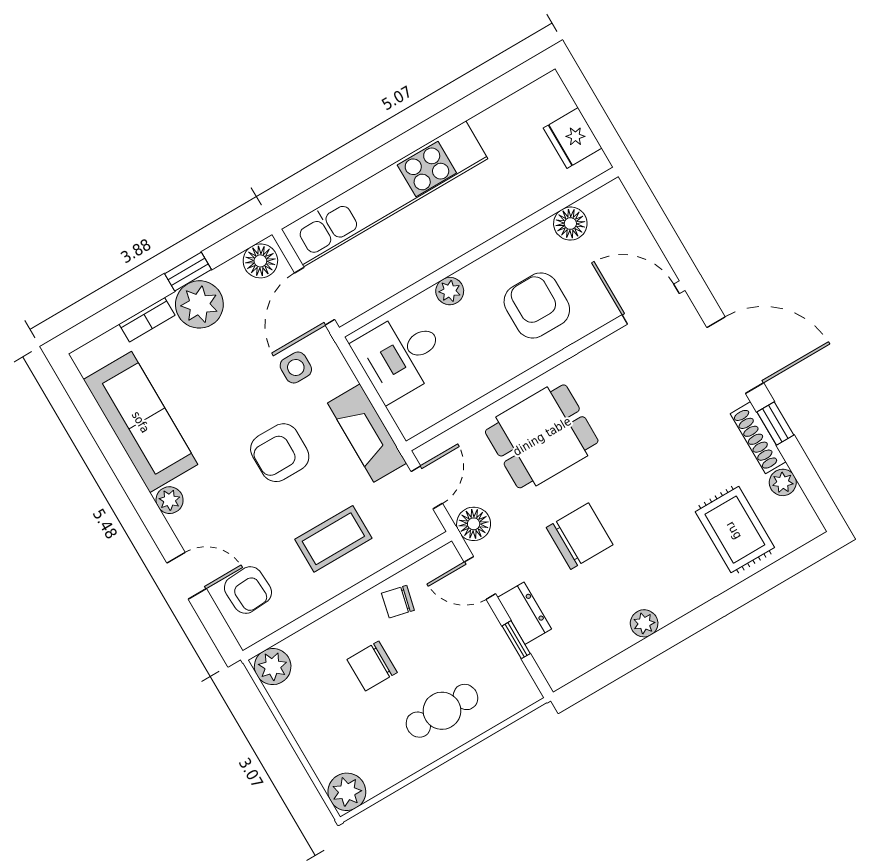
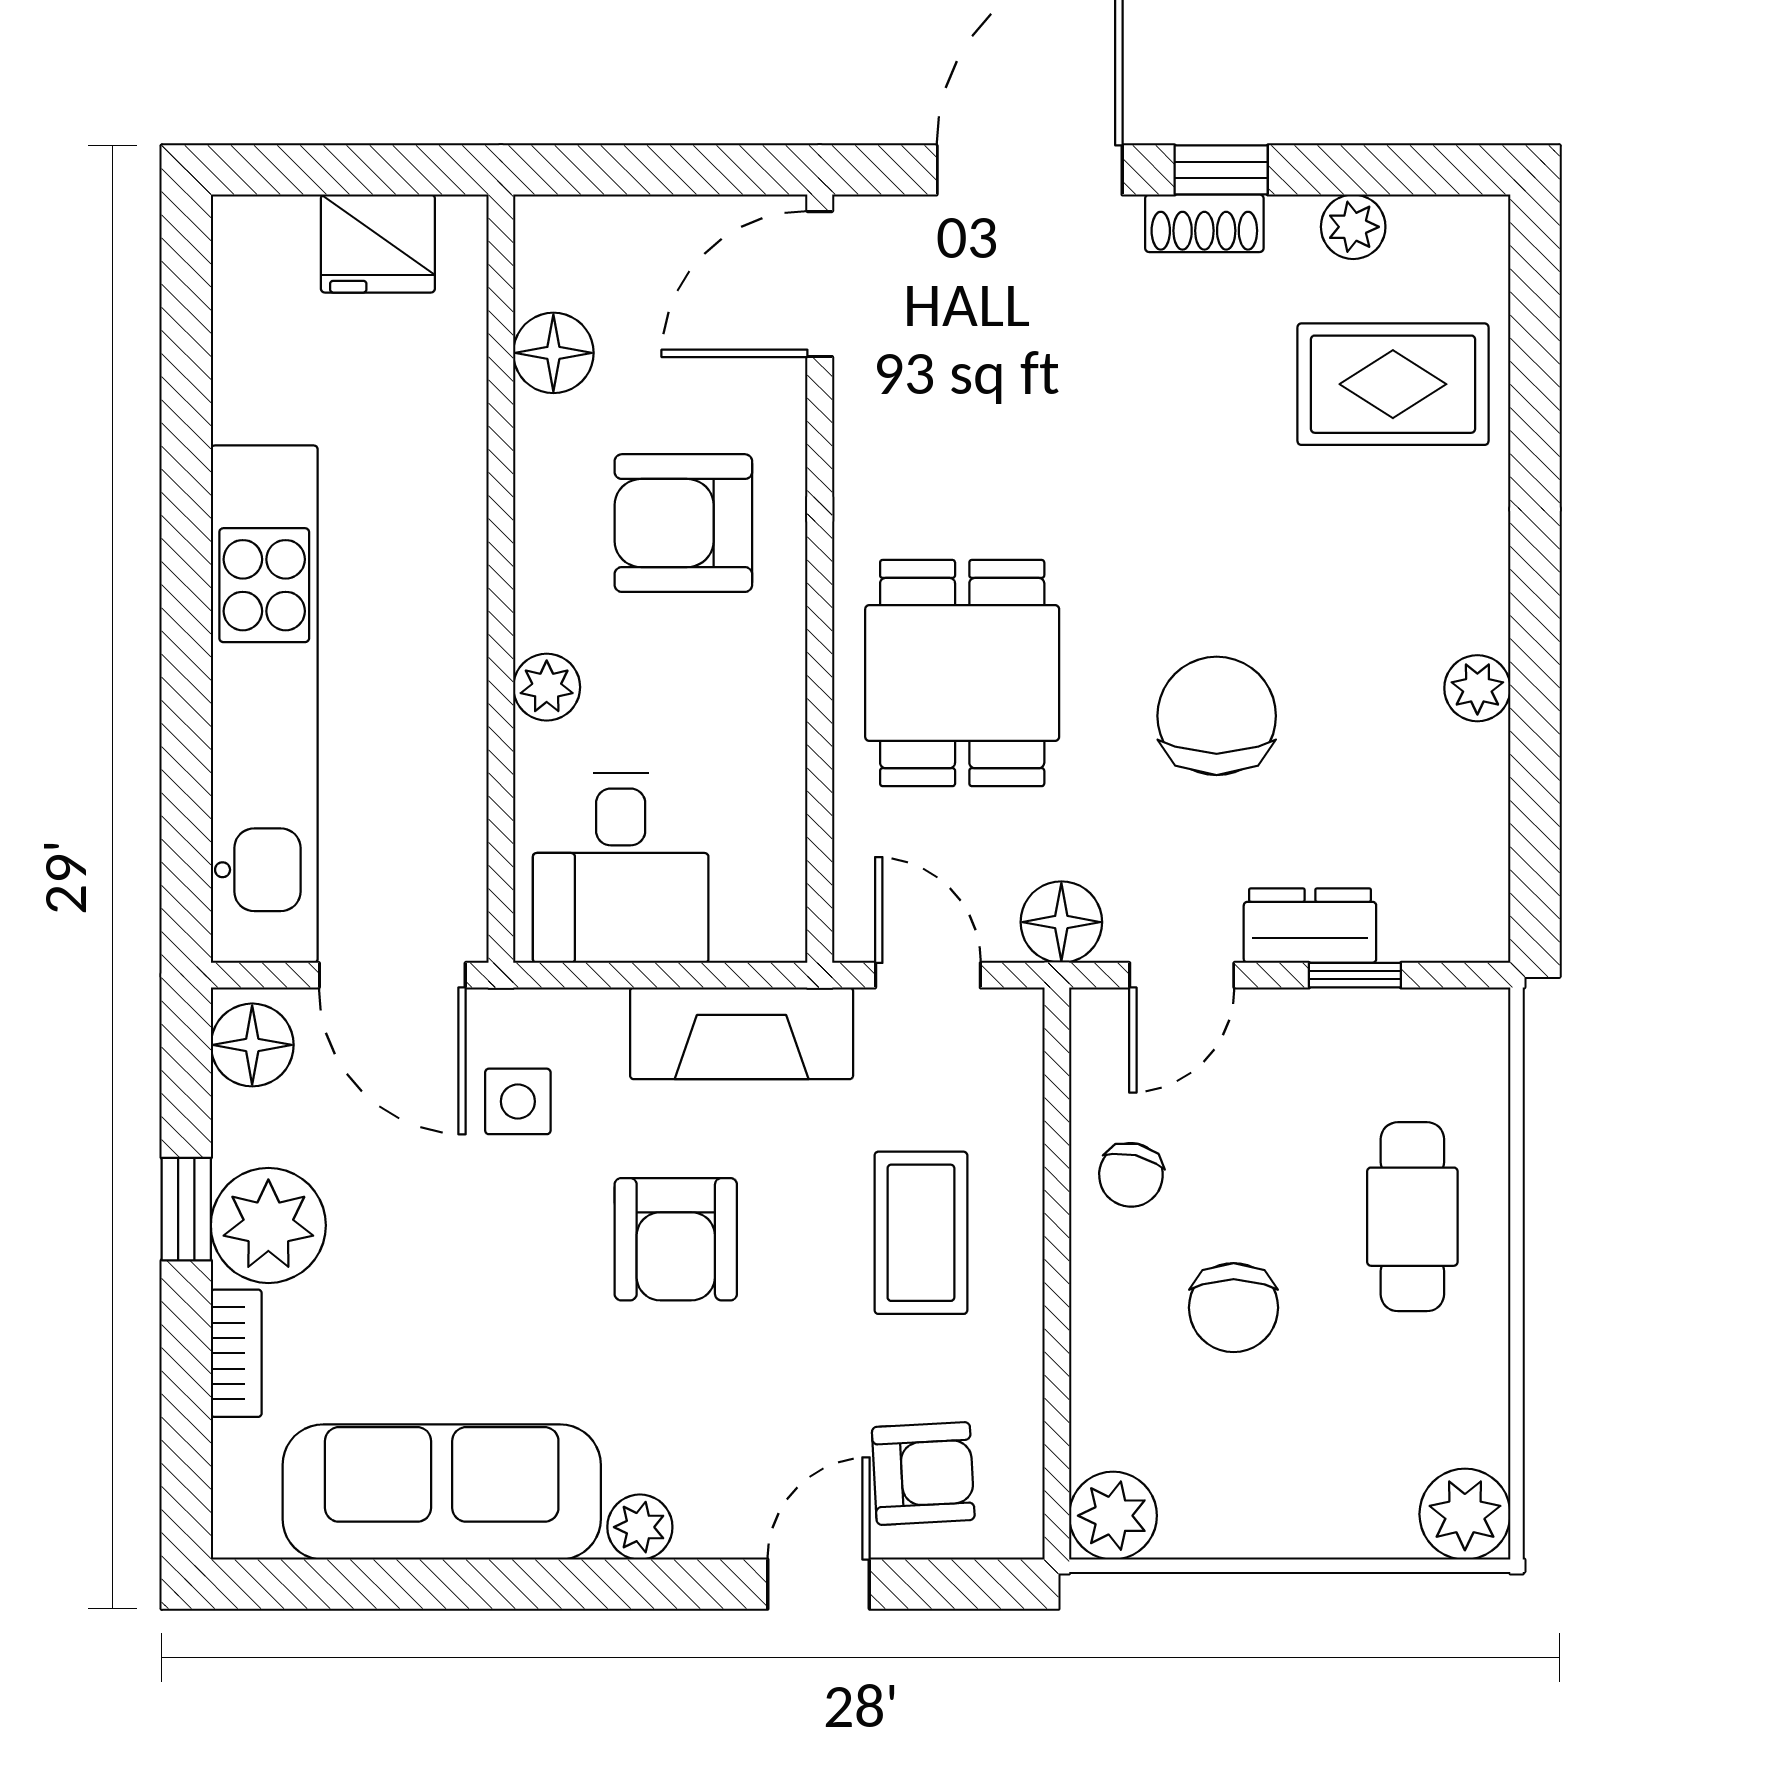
shoe rack: (758, 438) -> (1204, 223), width x0.70

